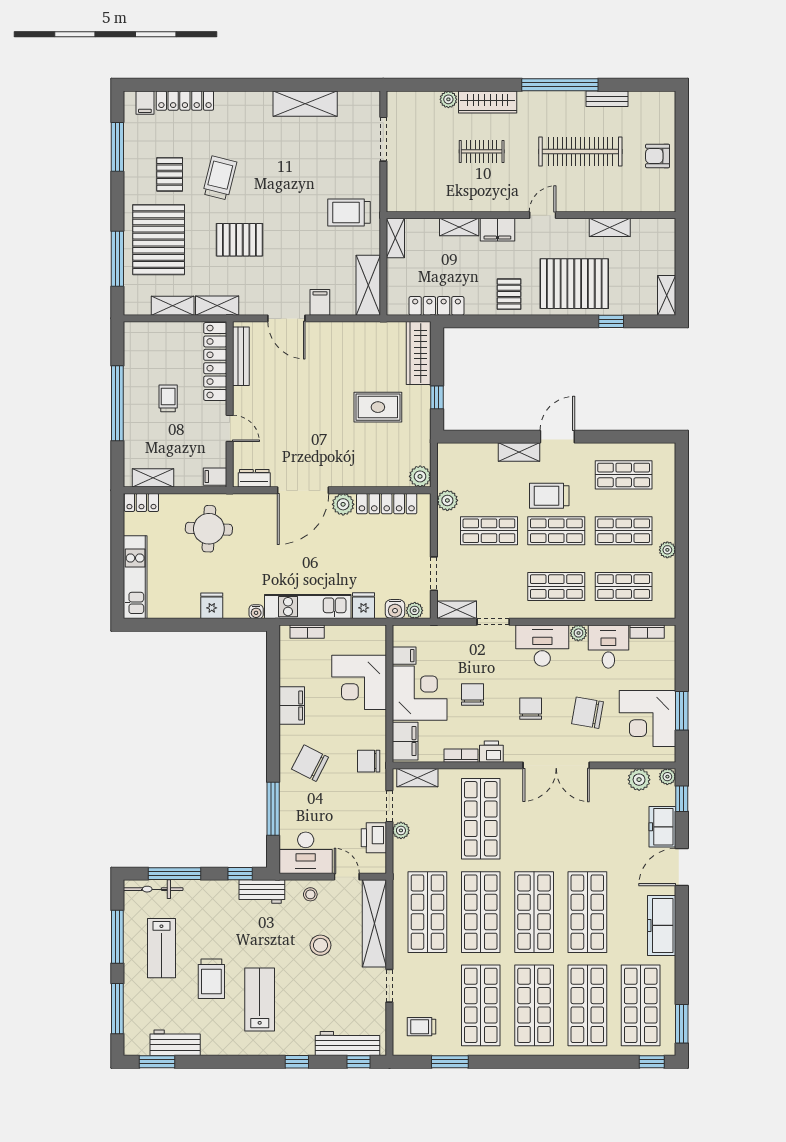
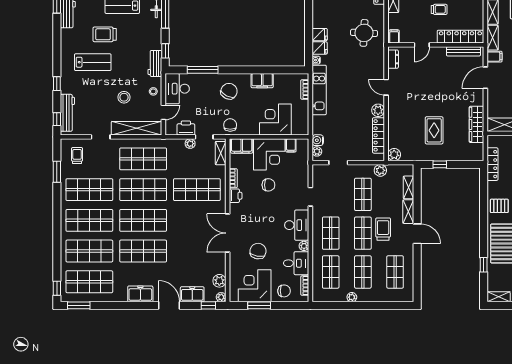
filing cabinet: (320, 302) -> (494, 57), moved
wardrobe: (419, 353) -> (476, 124), moved, turned -90
door: (303, 490) -> (386, 87), width x0.53
fridge: (364, 606) -> (320, 48), moved
shelving: (457, 610) -> (408, 187), moved
chair: (531, 709) -> (284, 291), moved
freezer: (662, 925) -> (140, 294), width x0.71

